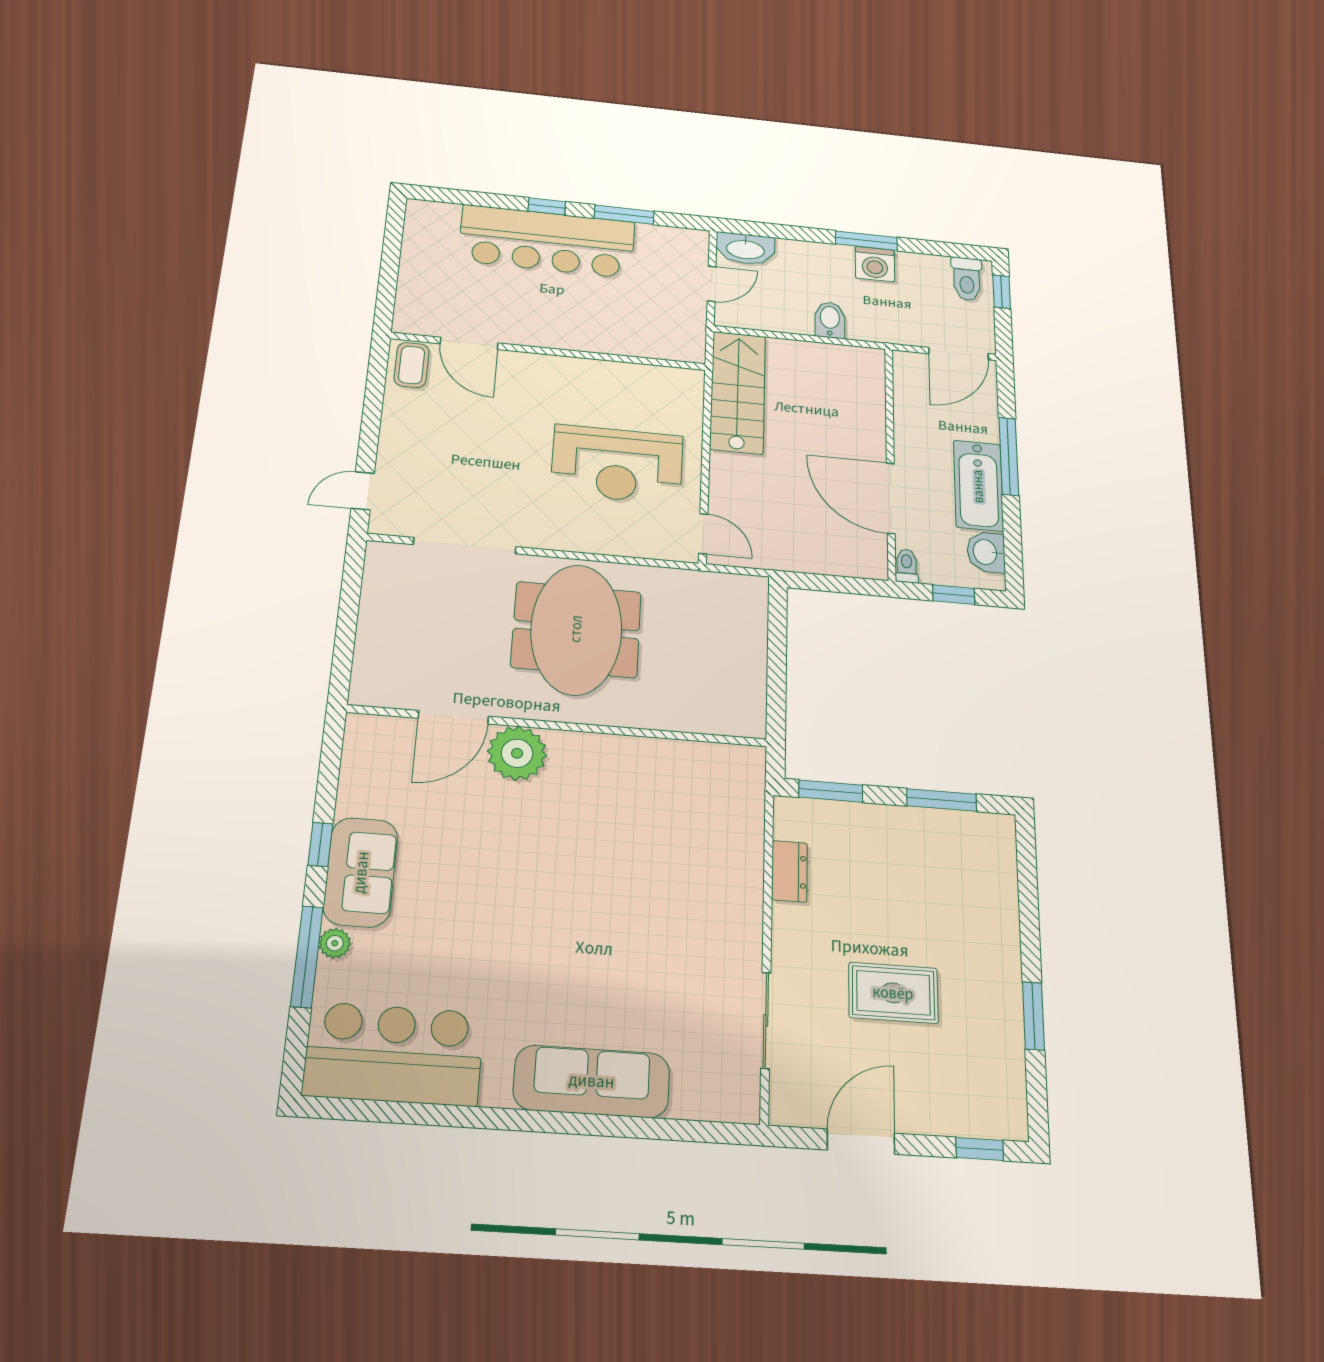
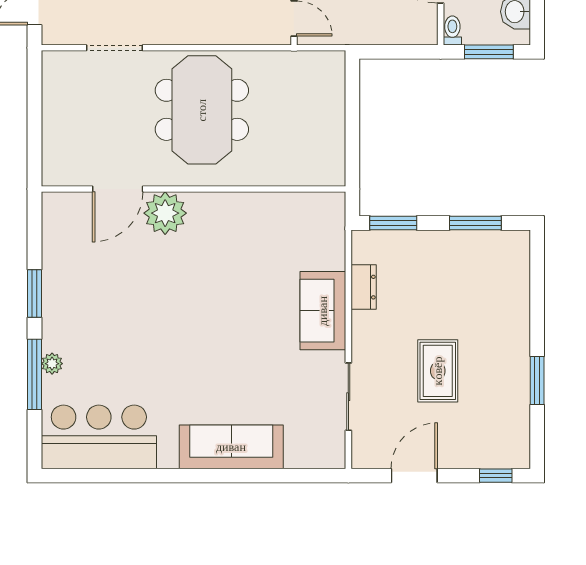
doorway: (465, 546) -> (114, 48), width x0.73
window: (954, 595) -> (489, 52), width x1.50
window: (320, 844) -> (35, 293), width x1.50
sofa: (361, 872) -> (323, 311), moved, turned 180
rug: (893, 993) -> (438, 371), turned 90

